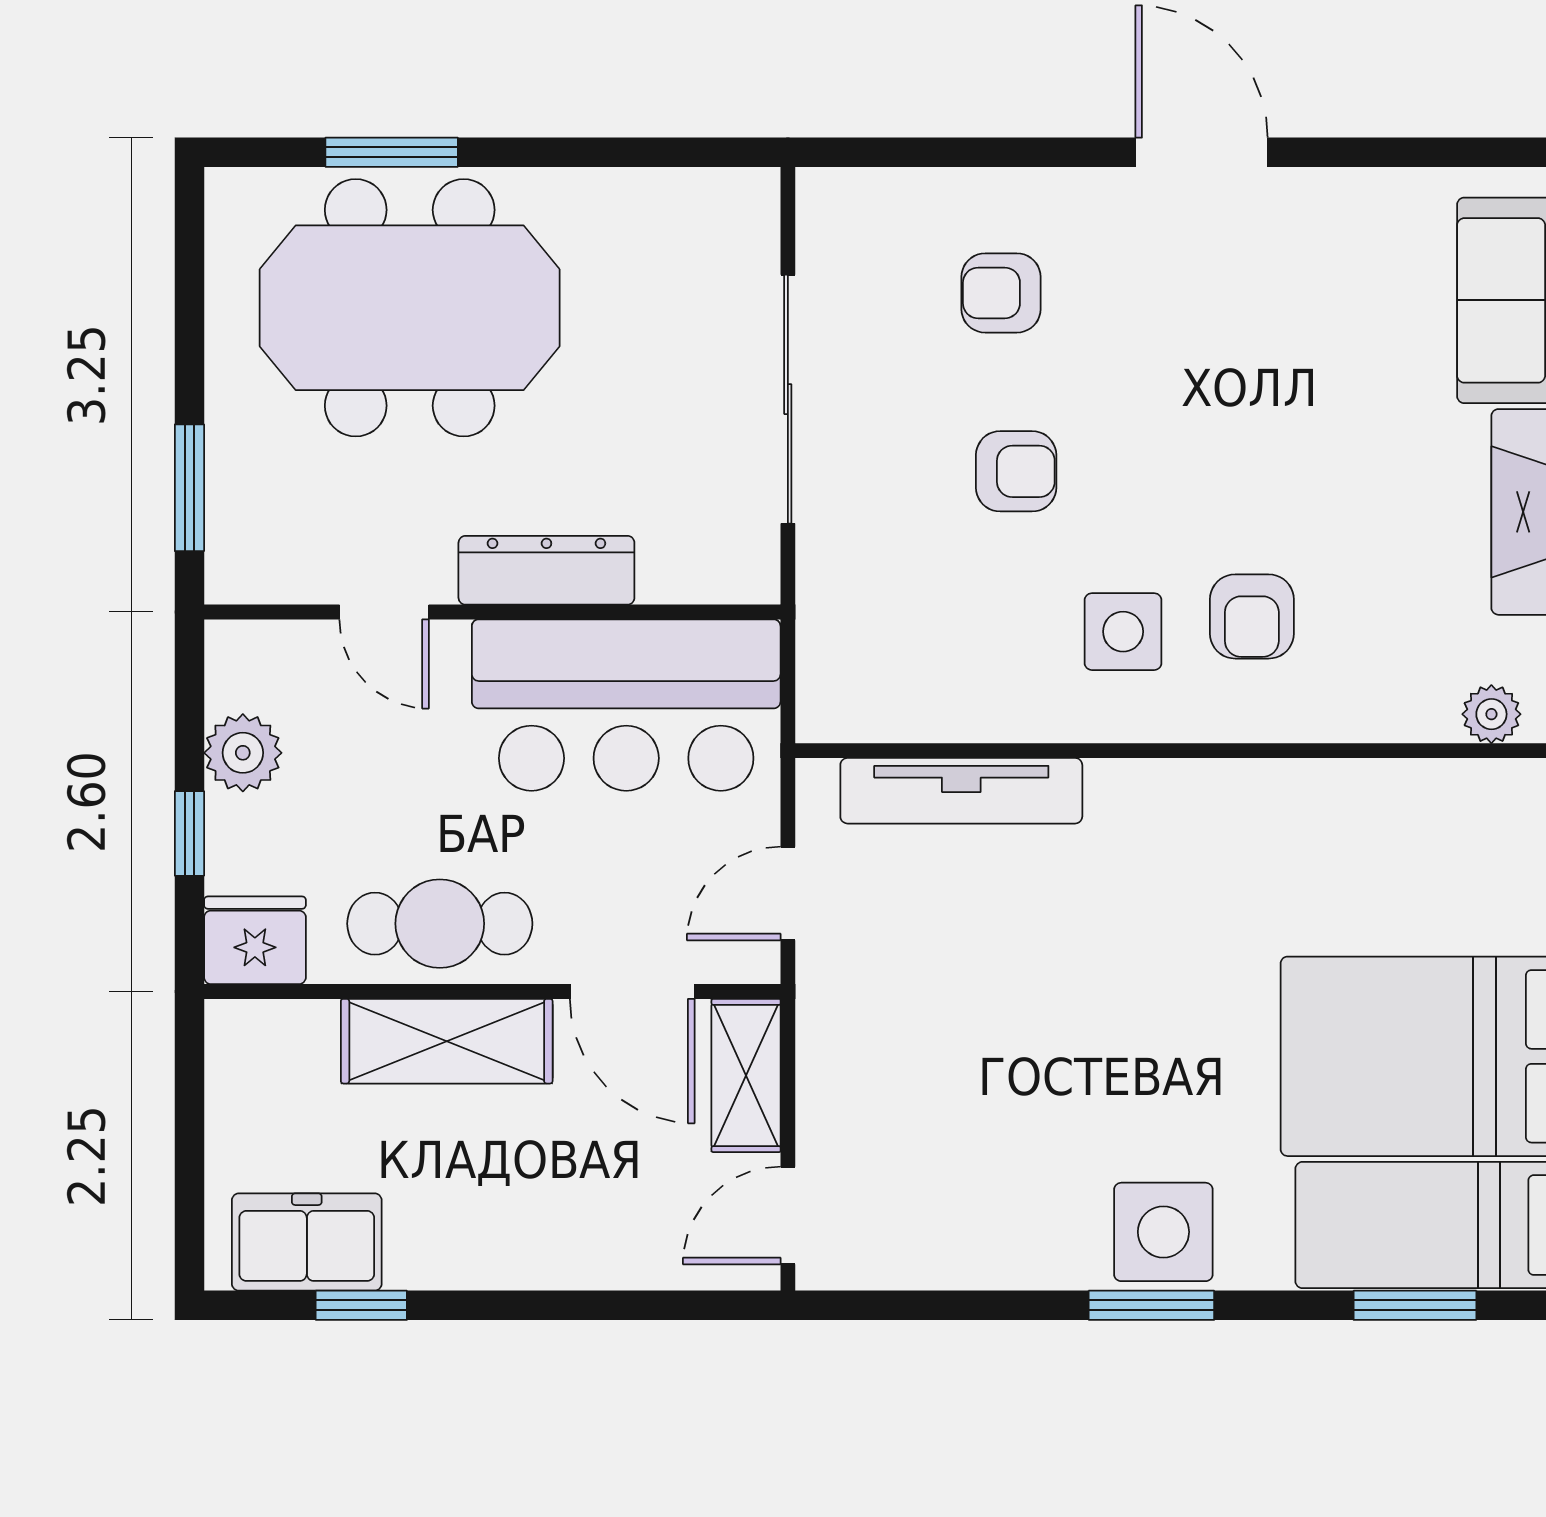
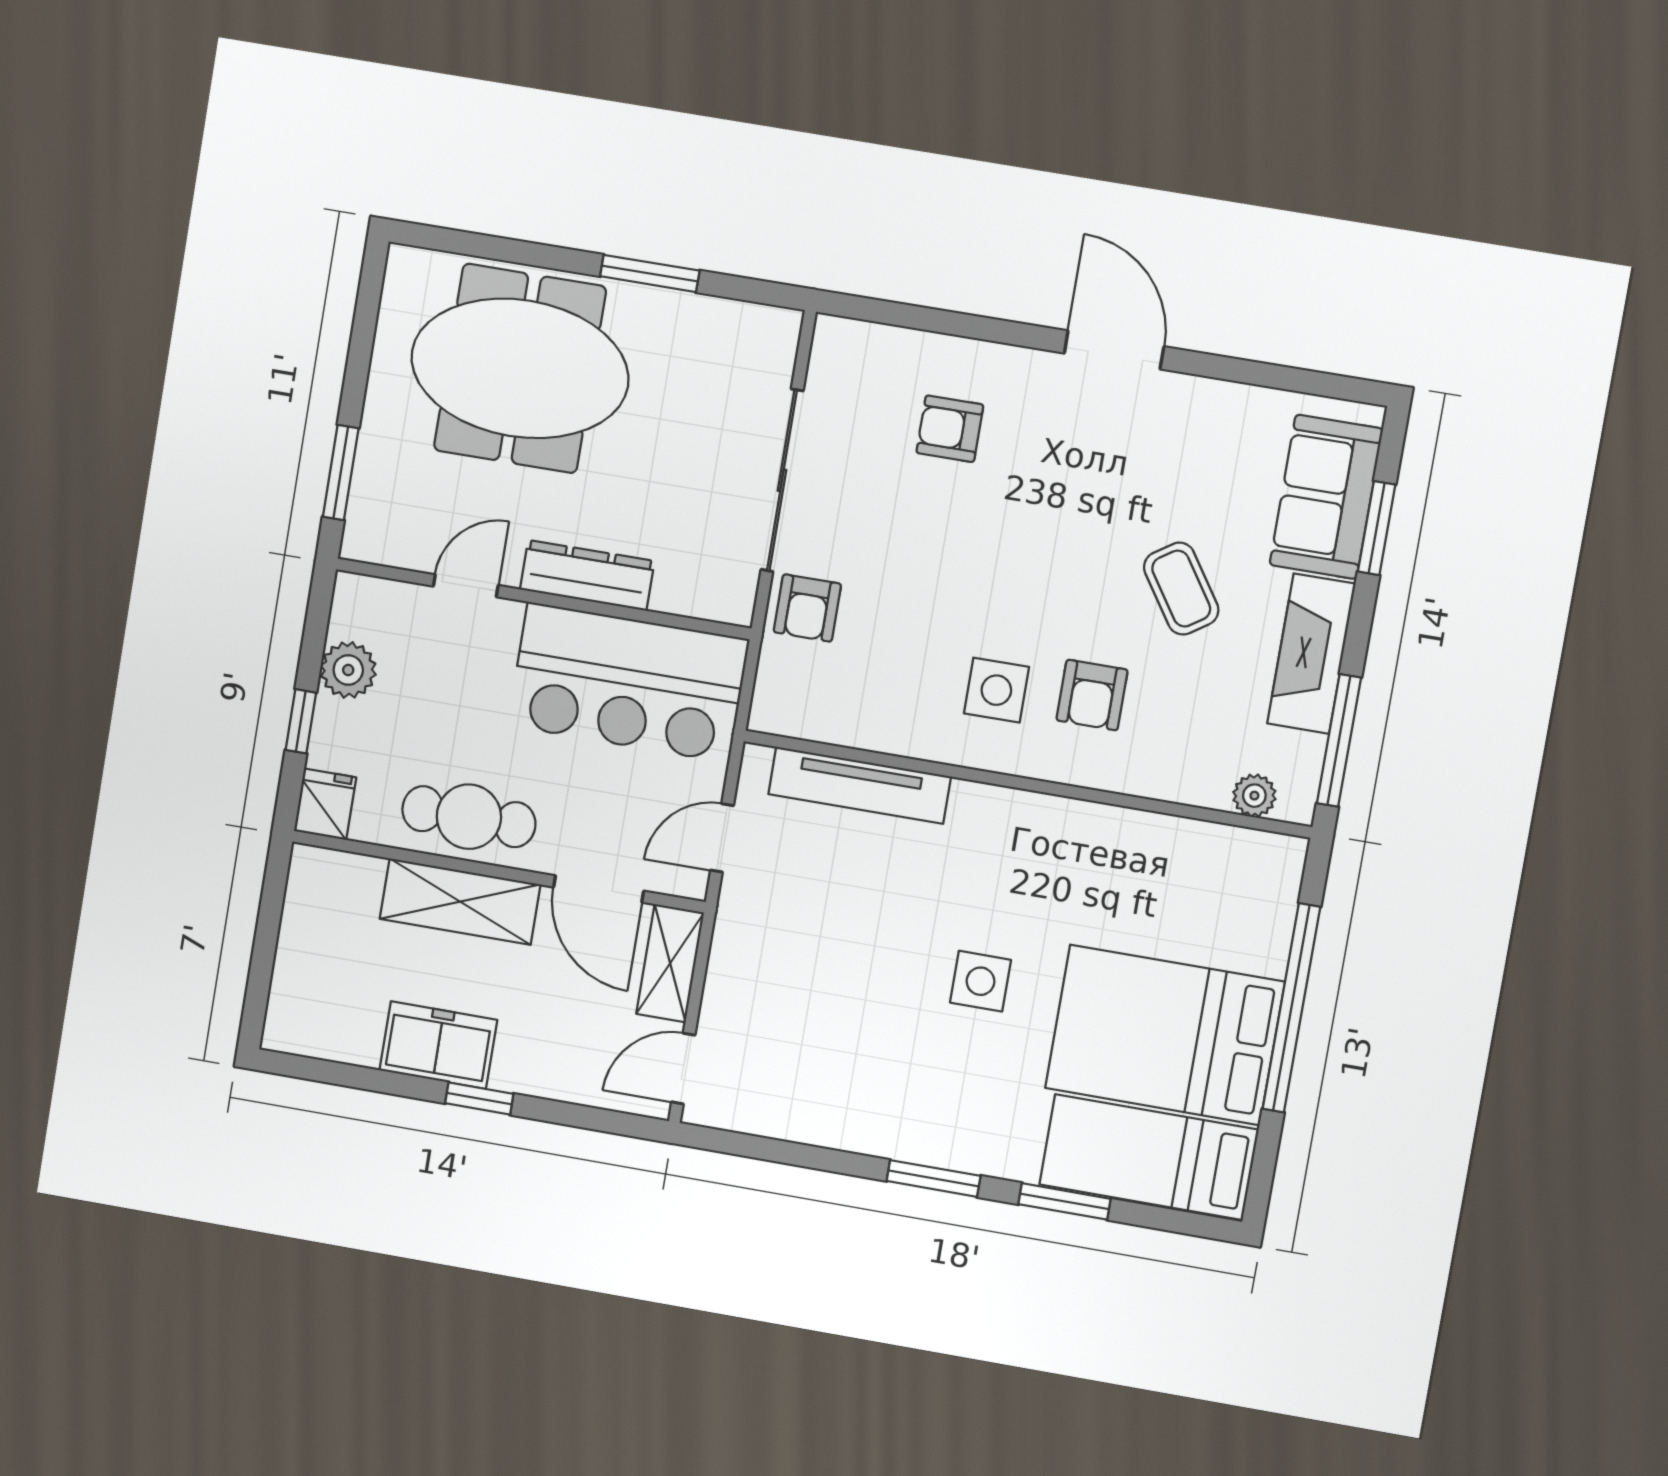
window: (392, 152) -> (650, 273), moved
coffee table: (1346, 454) -> (1181, 589), added
armchair: (1016, 471) -> (807, 608), moved, turned 90
door: (384, 612) -> (466, 586), swing flipped
fridge: (255, 940) -> (325, 804), width x0.72
side table: (1163, 1232) -> (980, 981), moved, width x0.73, depth x0.73
freezer: (307, 1242) -> (438, 1045), moved
window: (361, 1305) -> (479, 1099), moved
window: (1415, 1305) -> (1065, 1201), moved

